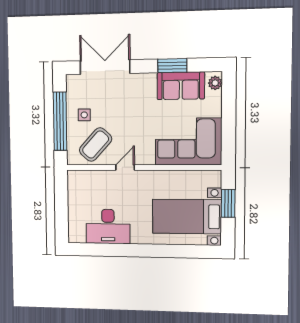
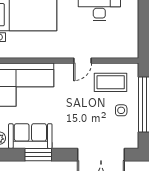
coffee table: (96, 145) -> (111, 82), turned 48

